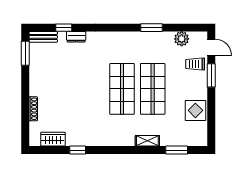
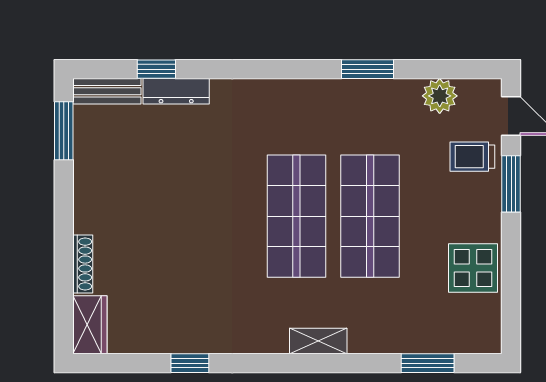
dresser: (76, 37) -> (176, 91), width x1.44
wardrobe: (53, 139) -> (90, 325), moved, turned 90
shelving: (147, 141) -> (318, 341), moved

